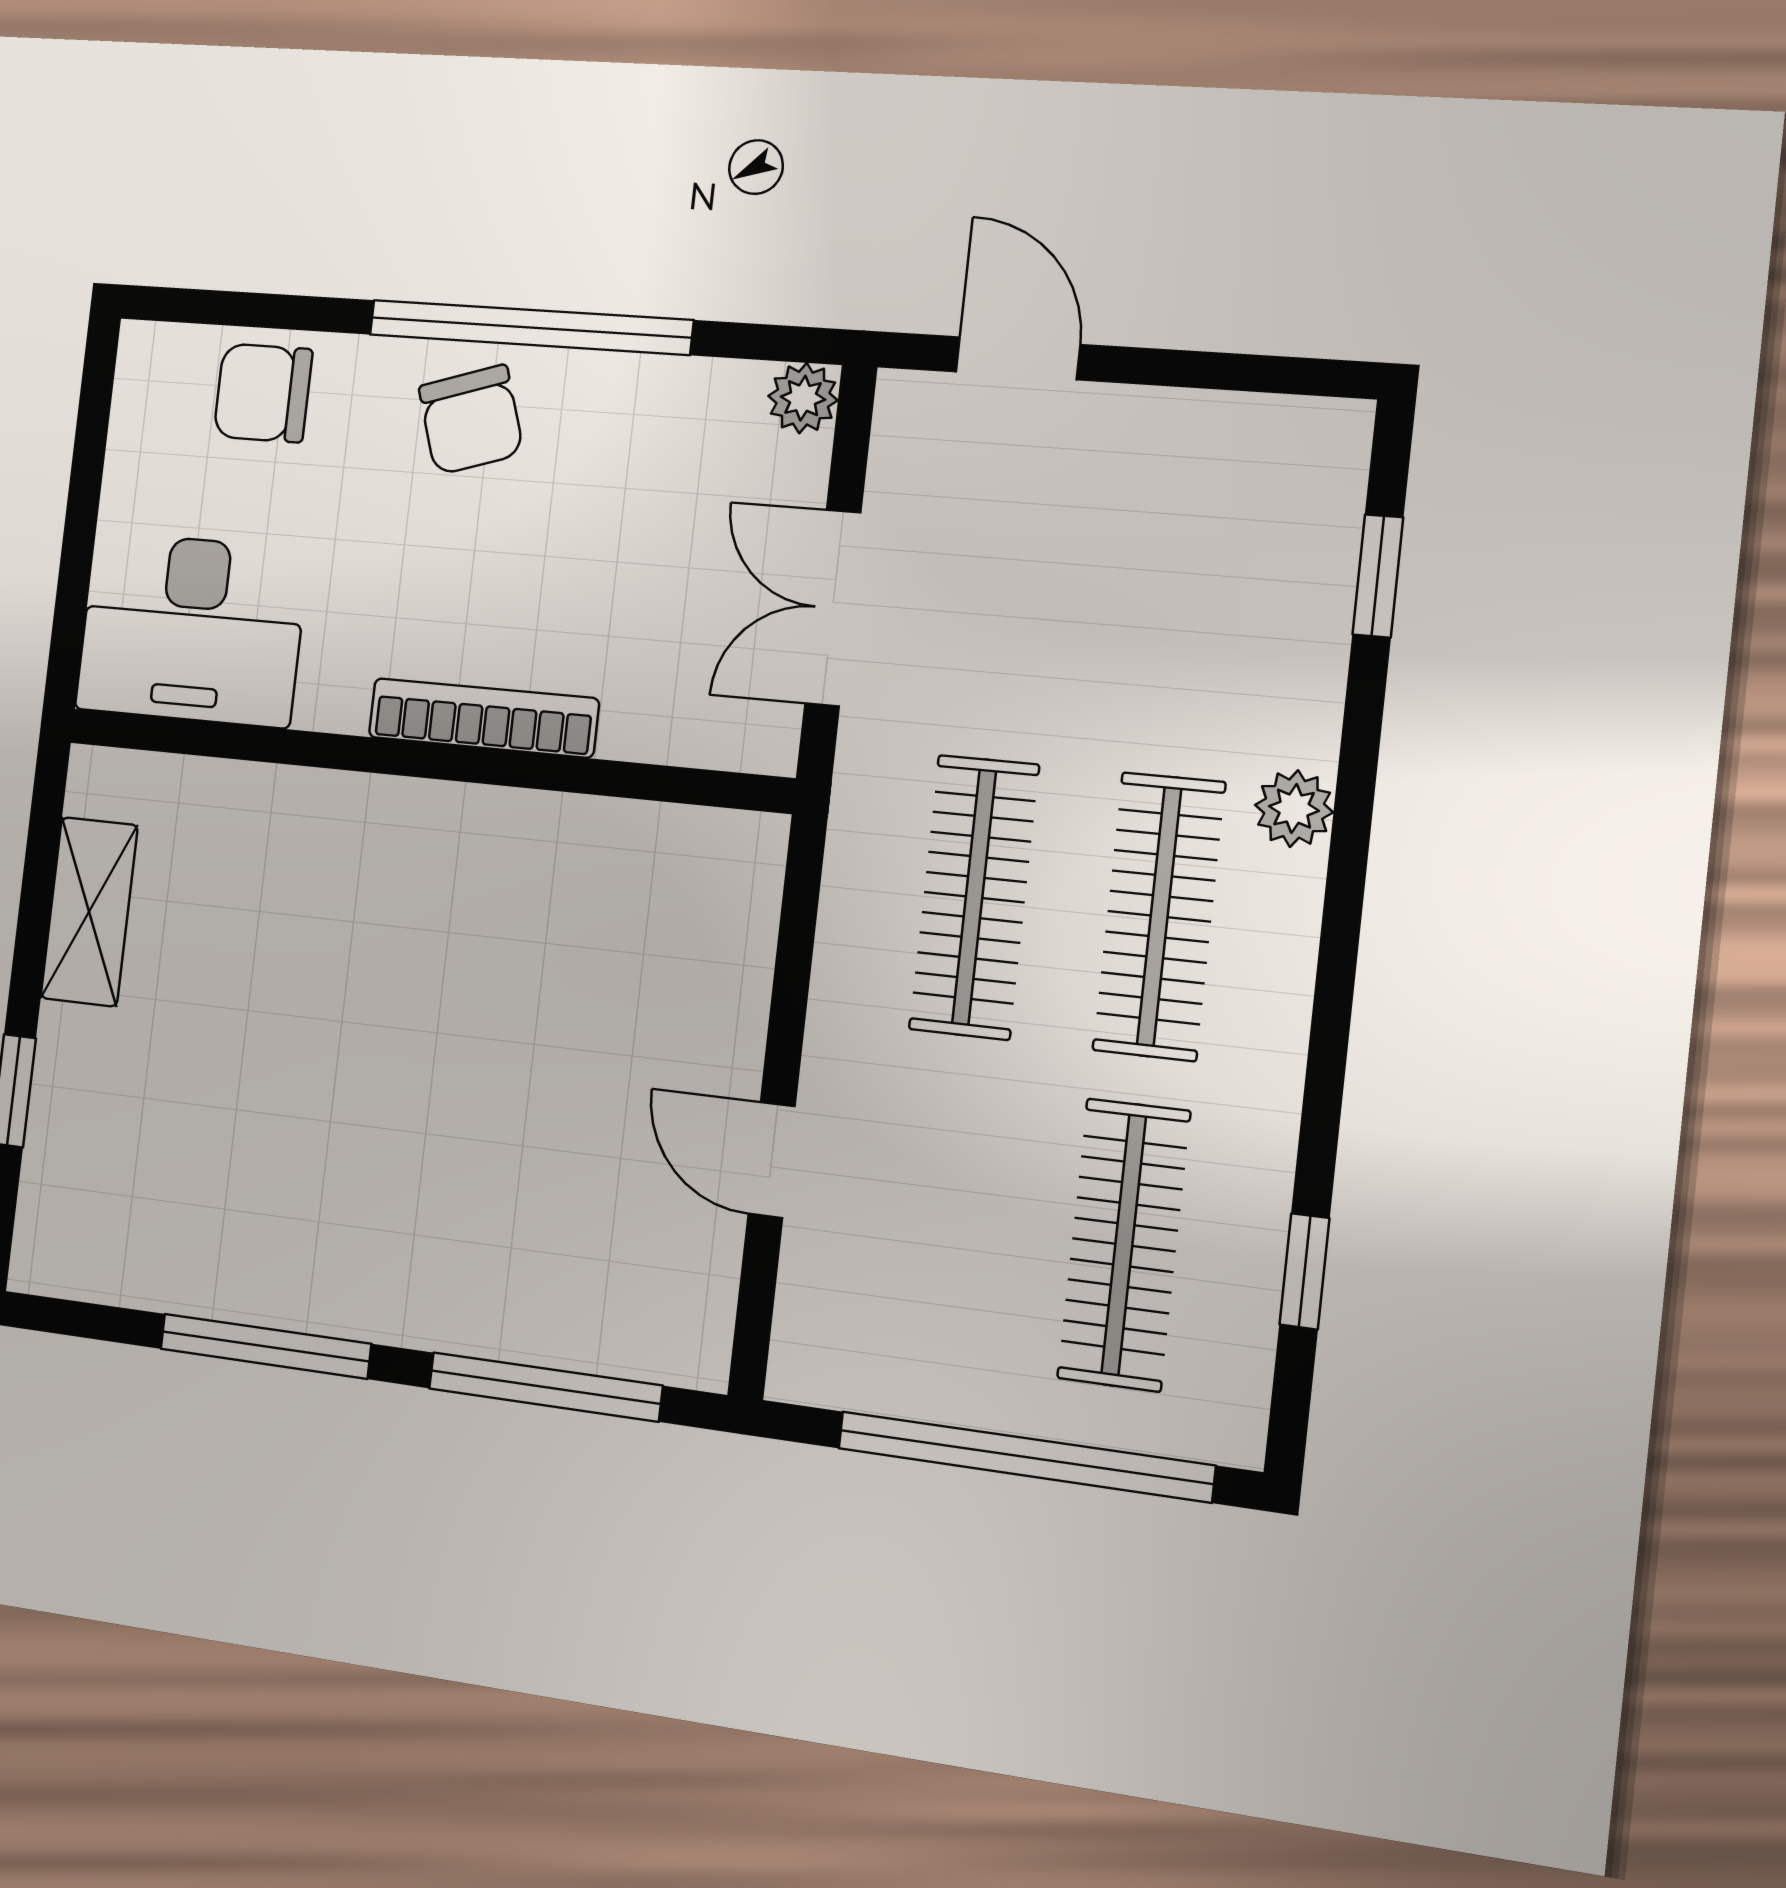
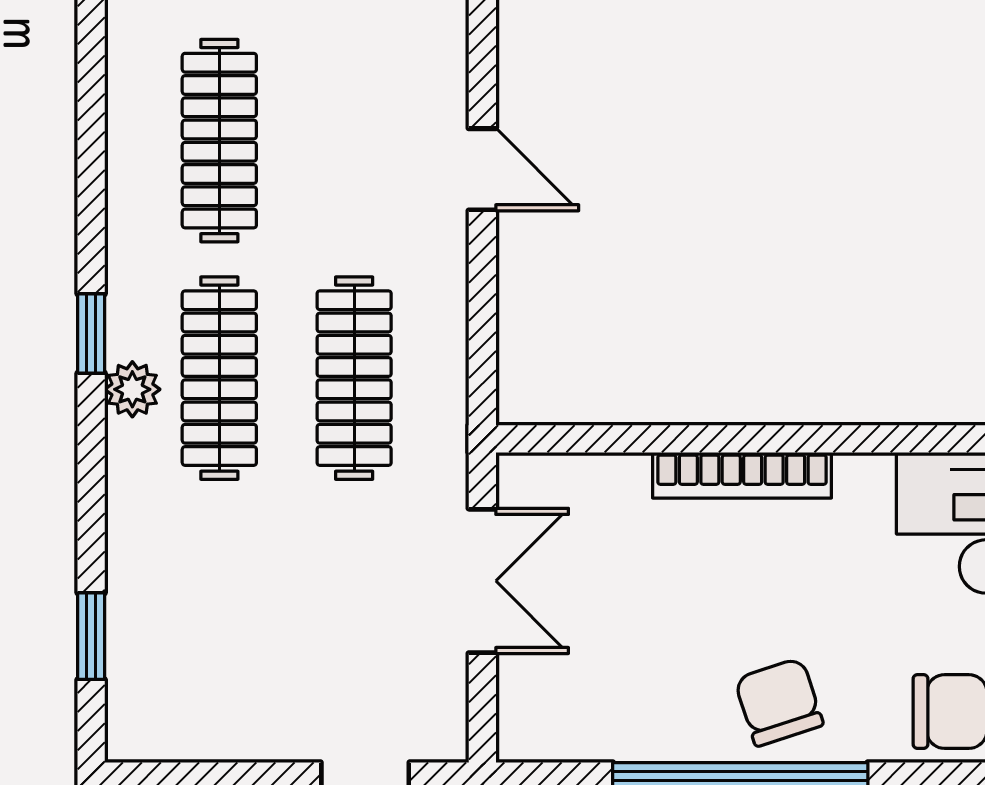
plant: (803, 398) -> (522, 736), removed
plant: (1294, 809) -> (132, 389), moved
window: (1304, 1271) -> (91, 334), moved

